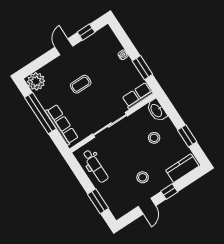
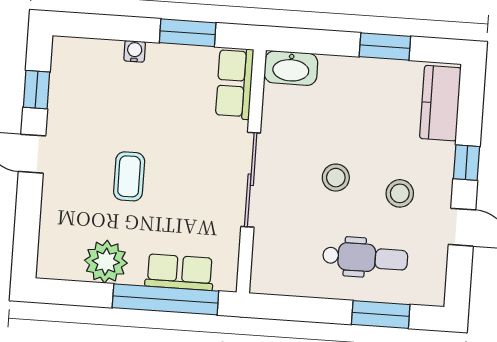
plant: (36, 81) -> (106, 262), moved
window: (40, 113) -> (165, 299), moved
row of seats: (62, 125) -> (180, 272), width x0.68
stool: (154, 138) -> (336, 178), moved
dental chair: (95, 166) -> (365, 258), moved

